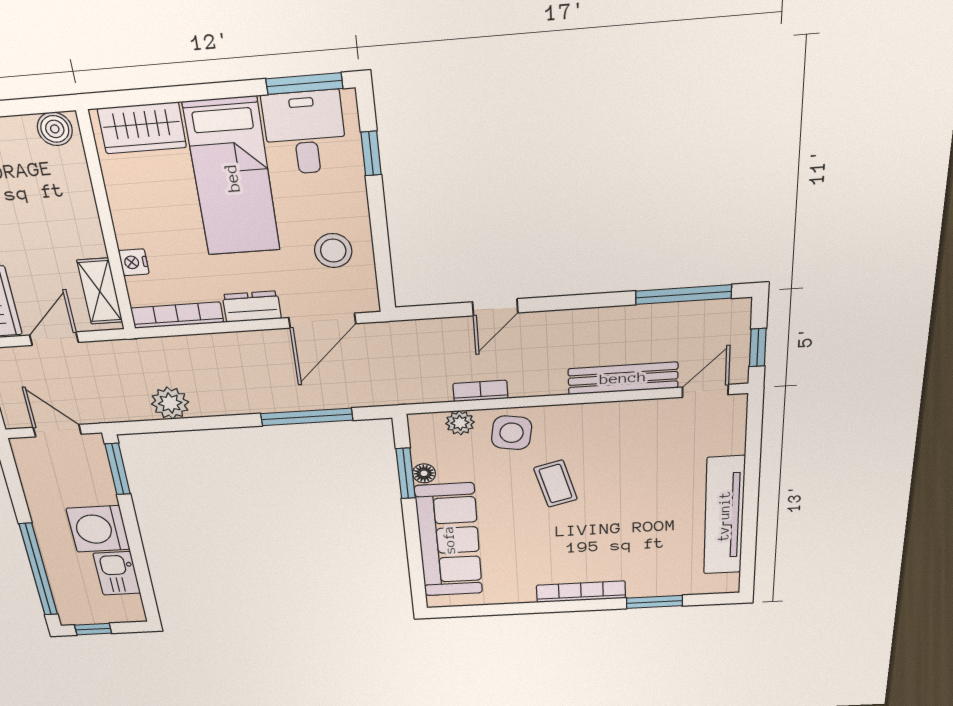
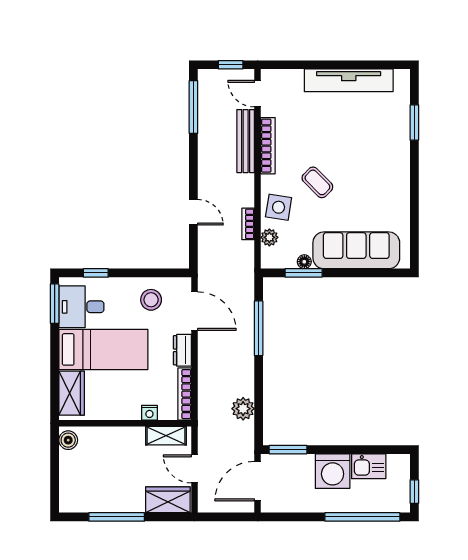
door: (57, 431) -> (258, 481), width x1.38
coffee table: (556, 484) -> (317, 182), turned 60
bookcase: (581, 592) -> (268, 146), moved, turned 180

